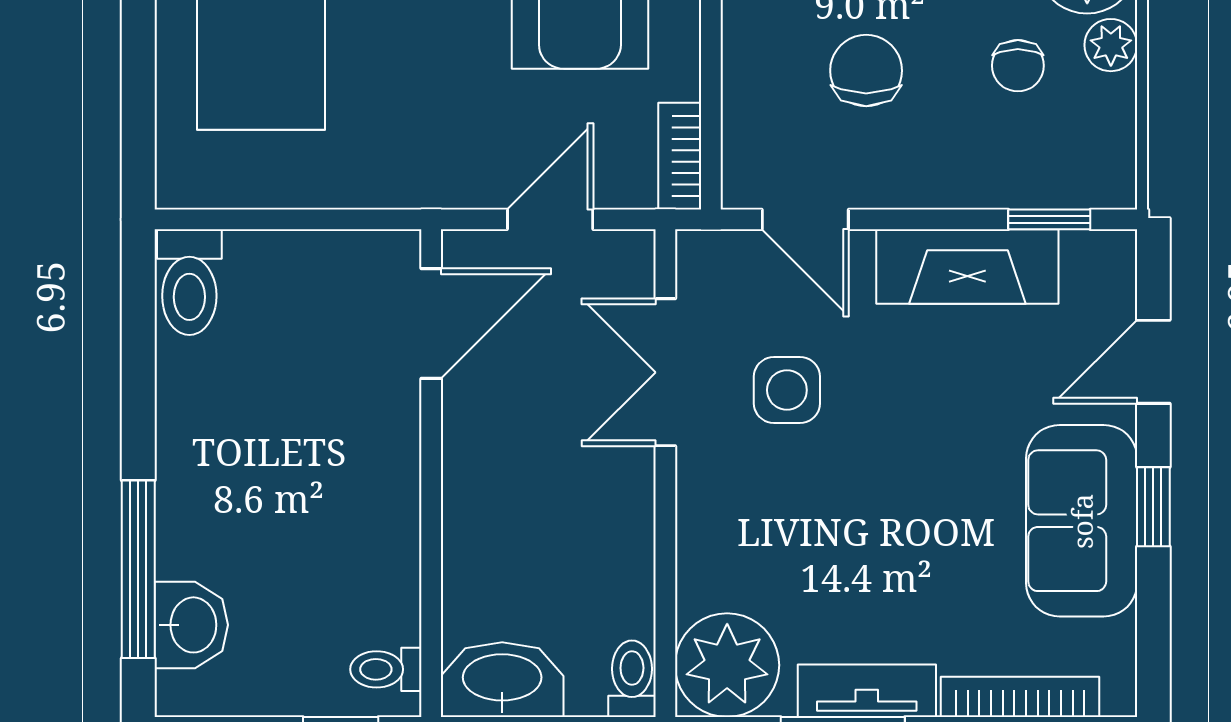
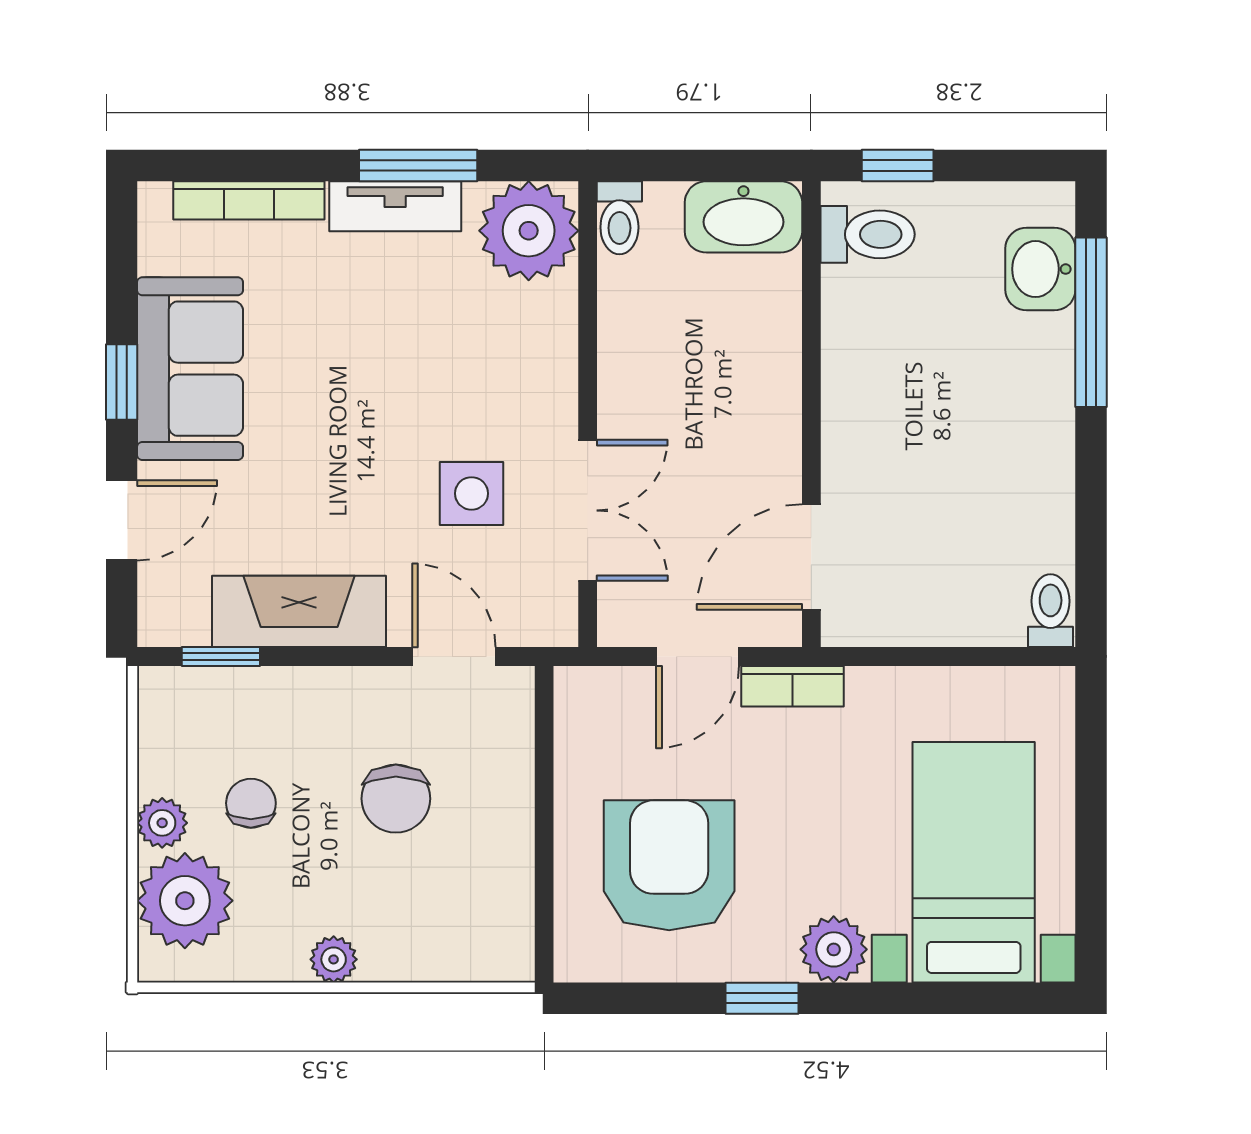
bookcase: (680, 156) -> (792, 686), moved, turned 90
toilet: (189, 282) -> (1051, 611), width x0.73, depth x0.72
toilet: (386, 669) -> (868, 234), width x1.37, depth x1.39

